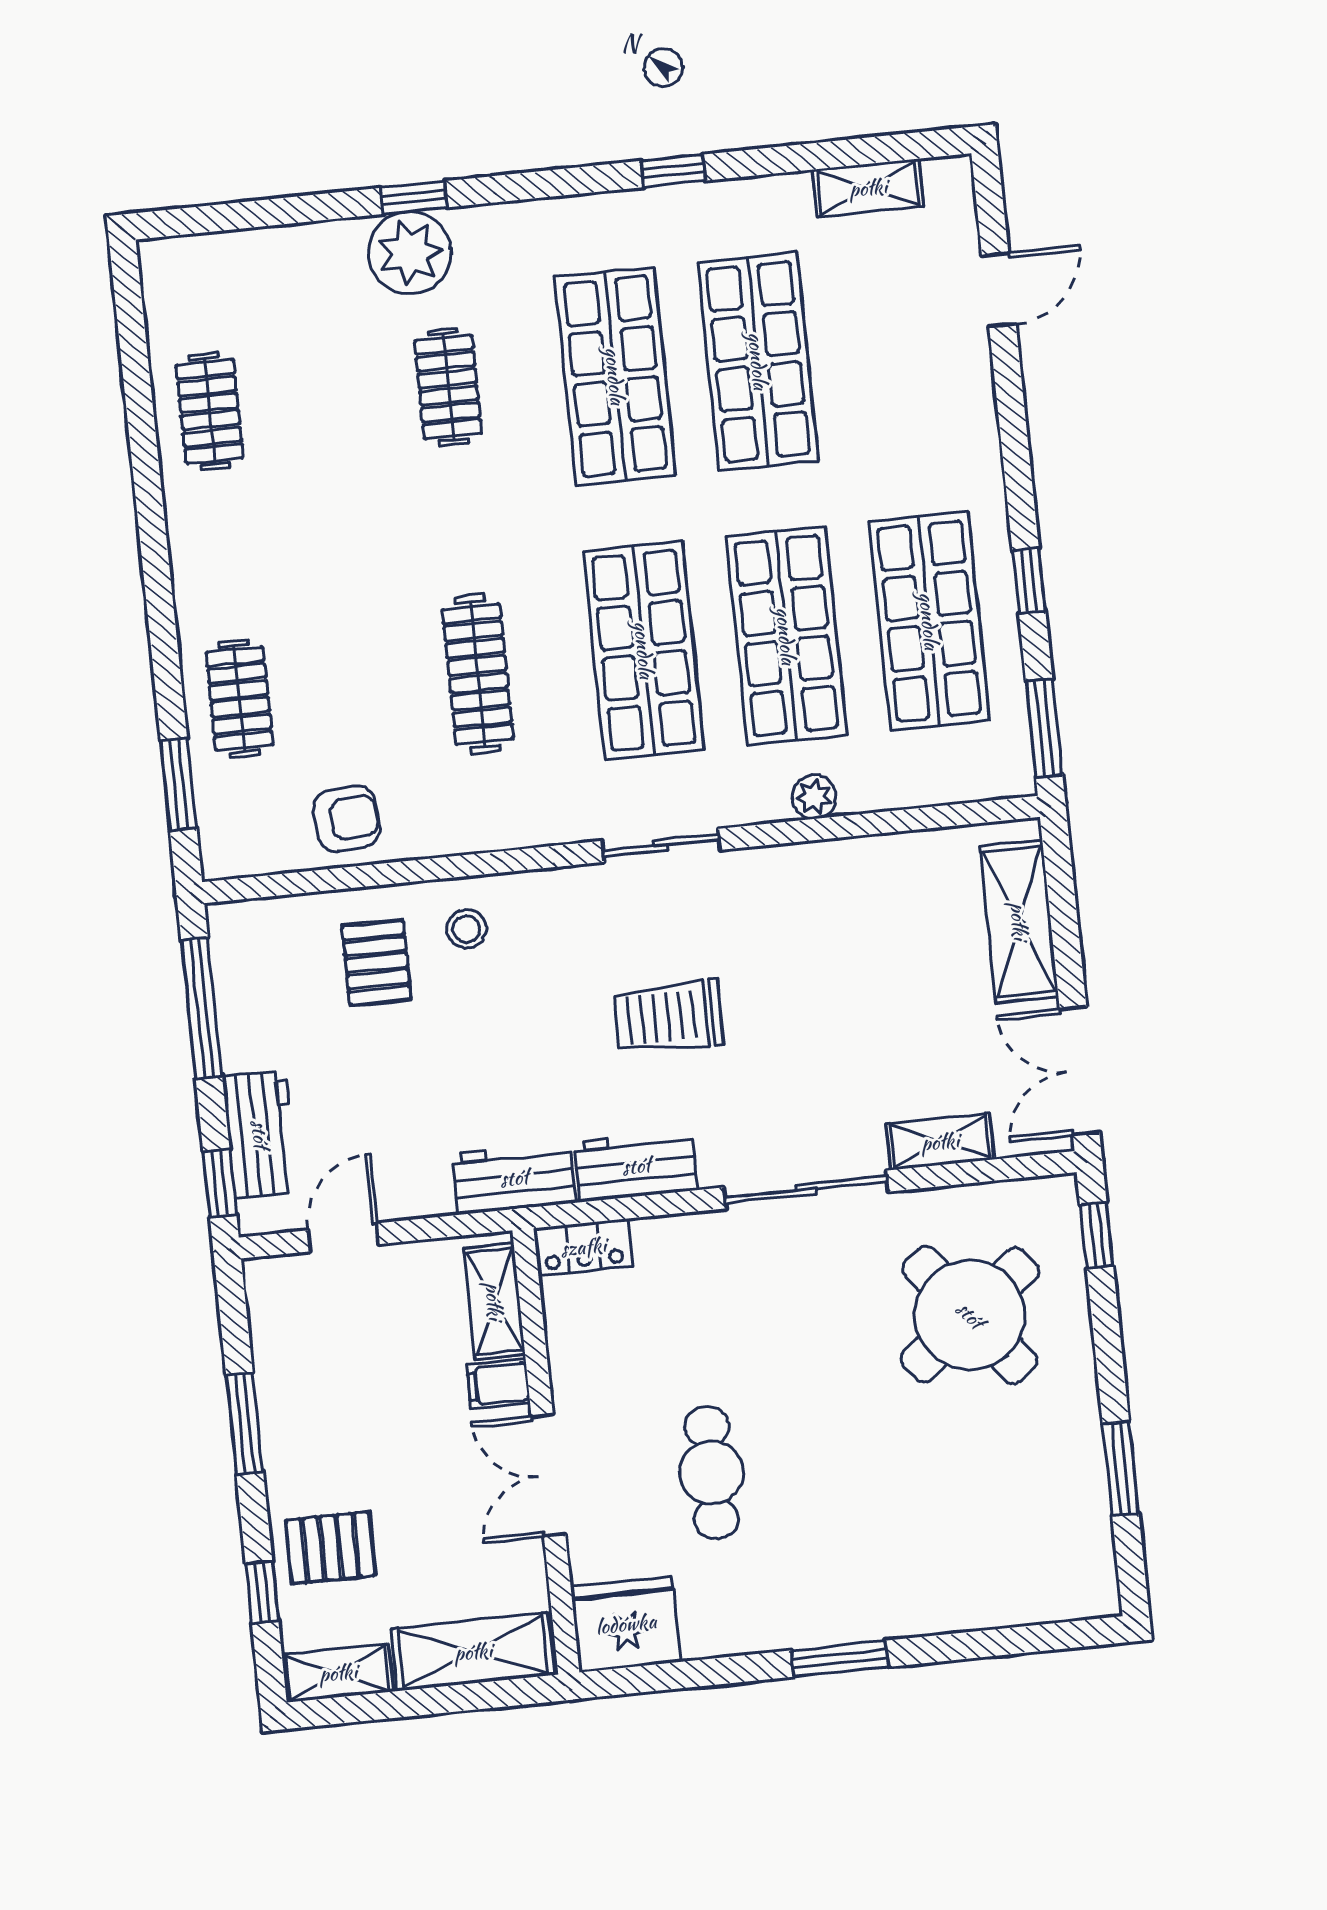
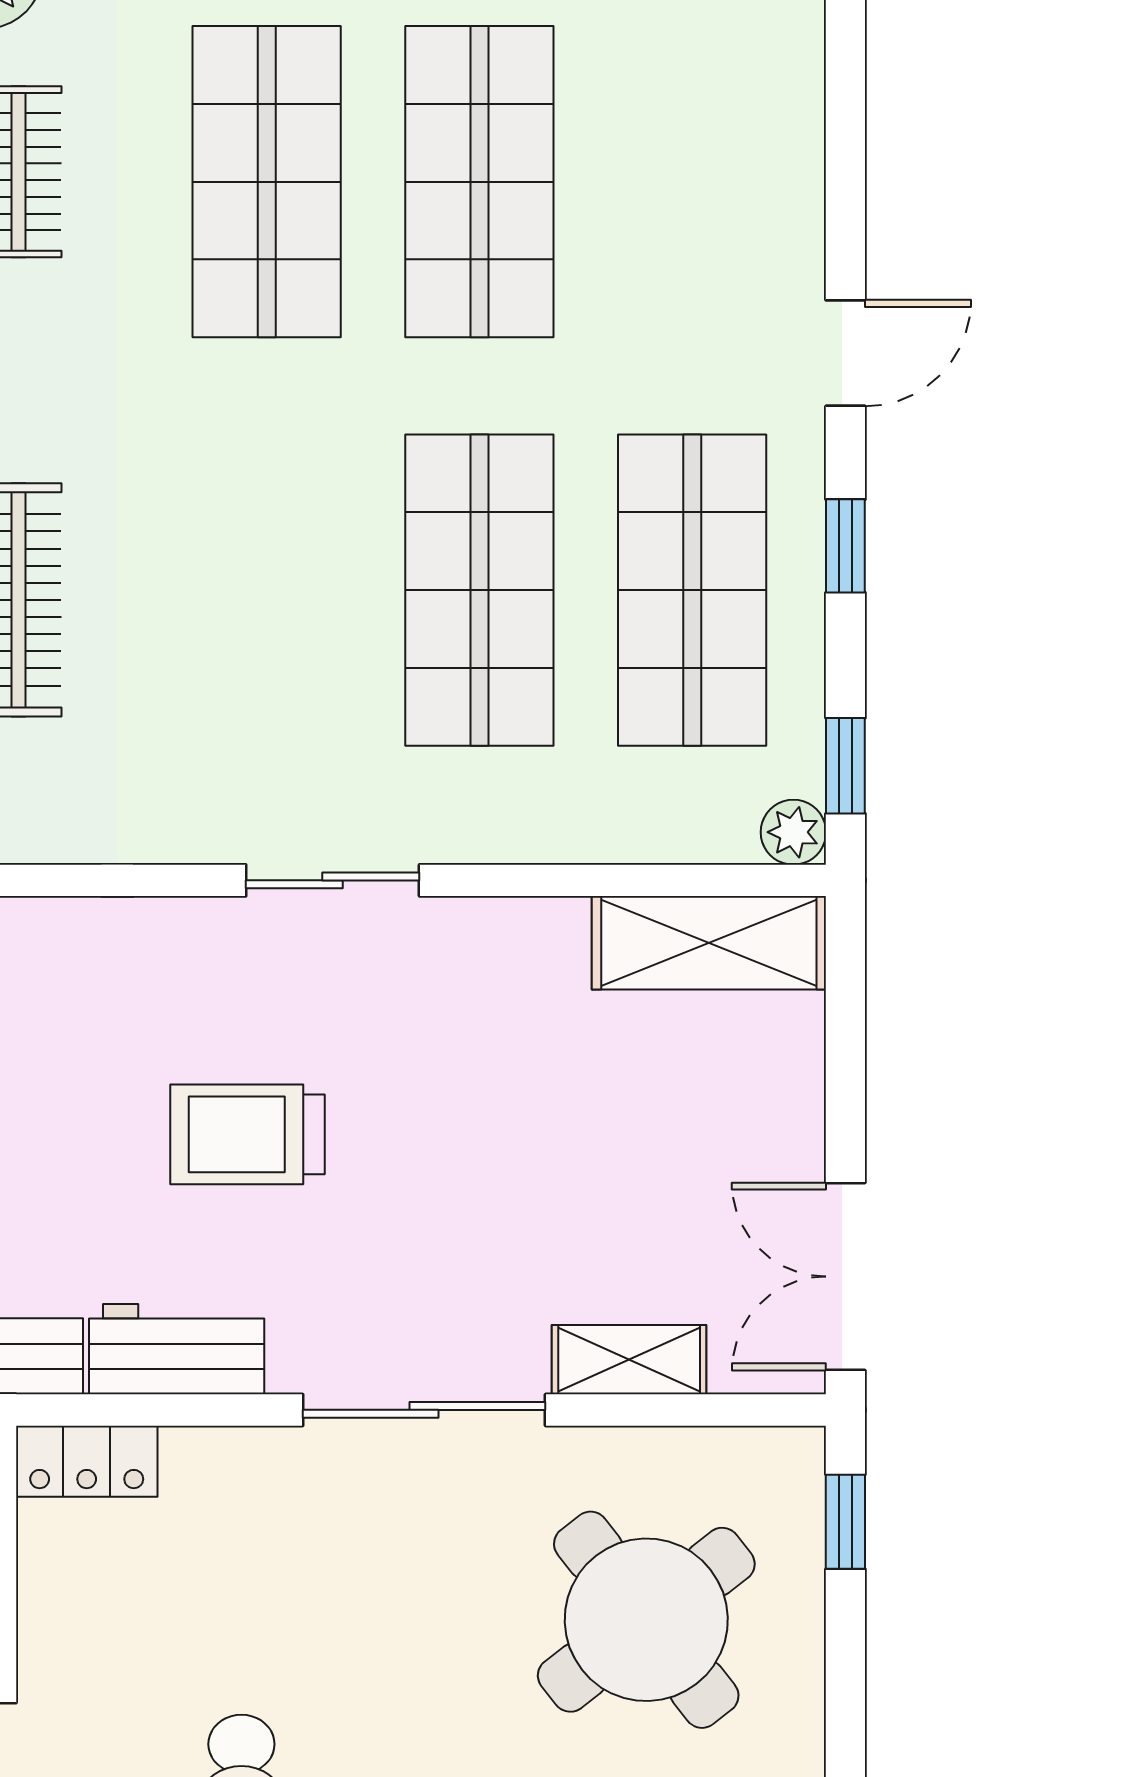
door: (999, 290) -> (845, 353), moved
shop shelf: (644, 650) -> (267, 590), removed
window: (1044, 728) -> (845, 766), width x0.67
plant: (814, 797) -> (793, 832), moved
sliding door: (661, 845) -> (333, 880), moved
shelving: (1019, 921) -> (709, 943), moved, turned 90

